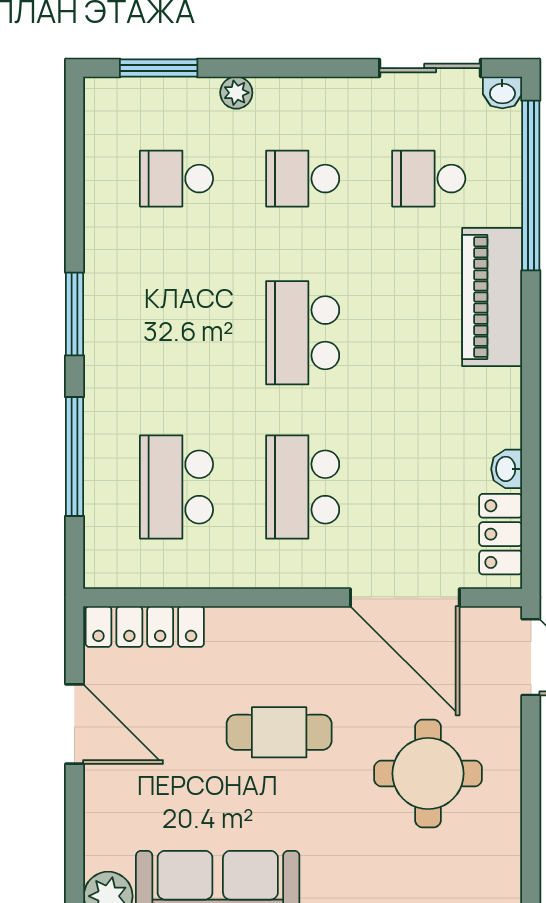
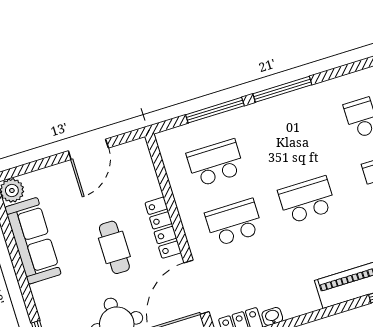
window: (74, 314) -> (282, 89), width x1.44
locker: (145, 627) -> (163, 228), moved

